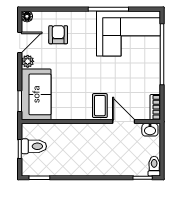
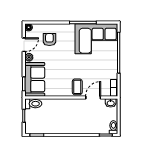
door: (124, 122) -> (93, 98), hinge flipped
toilet: (34, 146) -> (33, 104), moved

